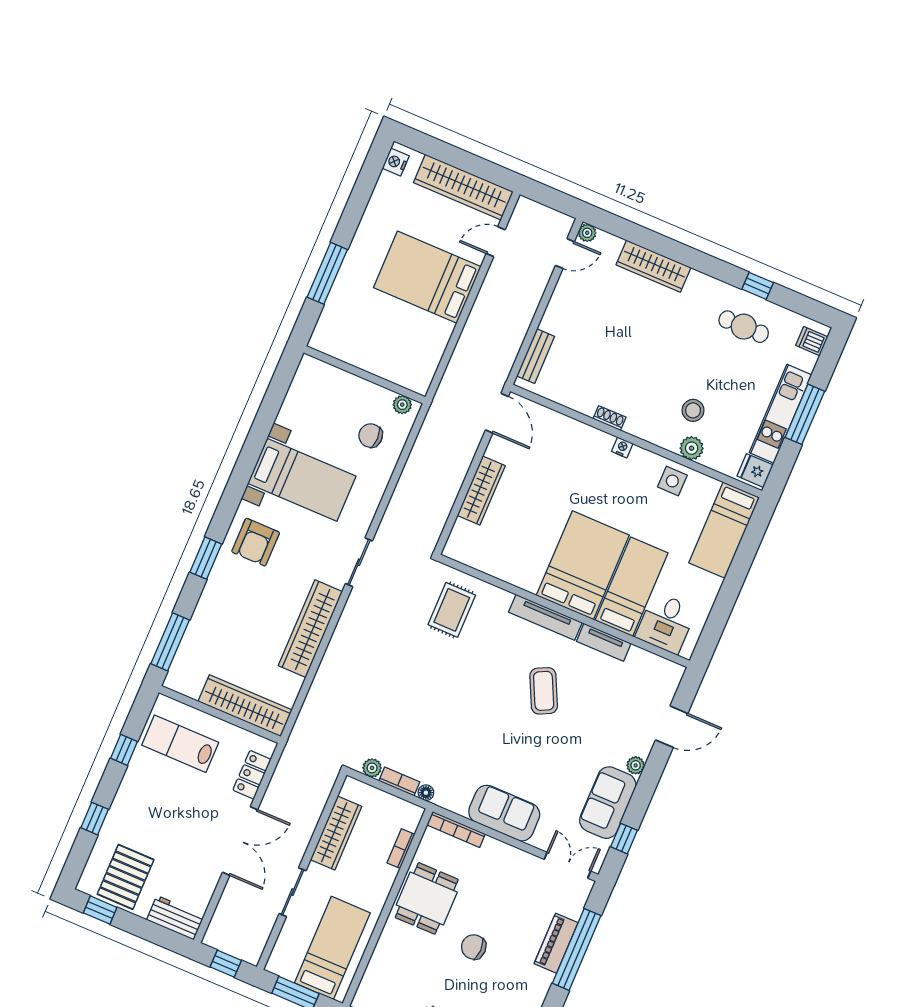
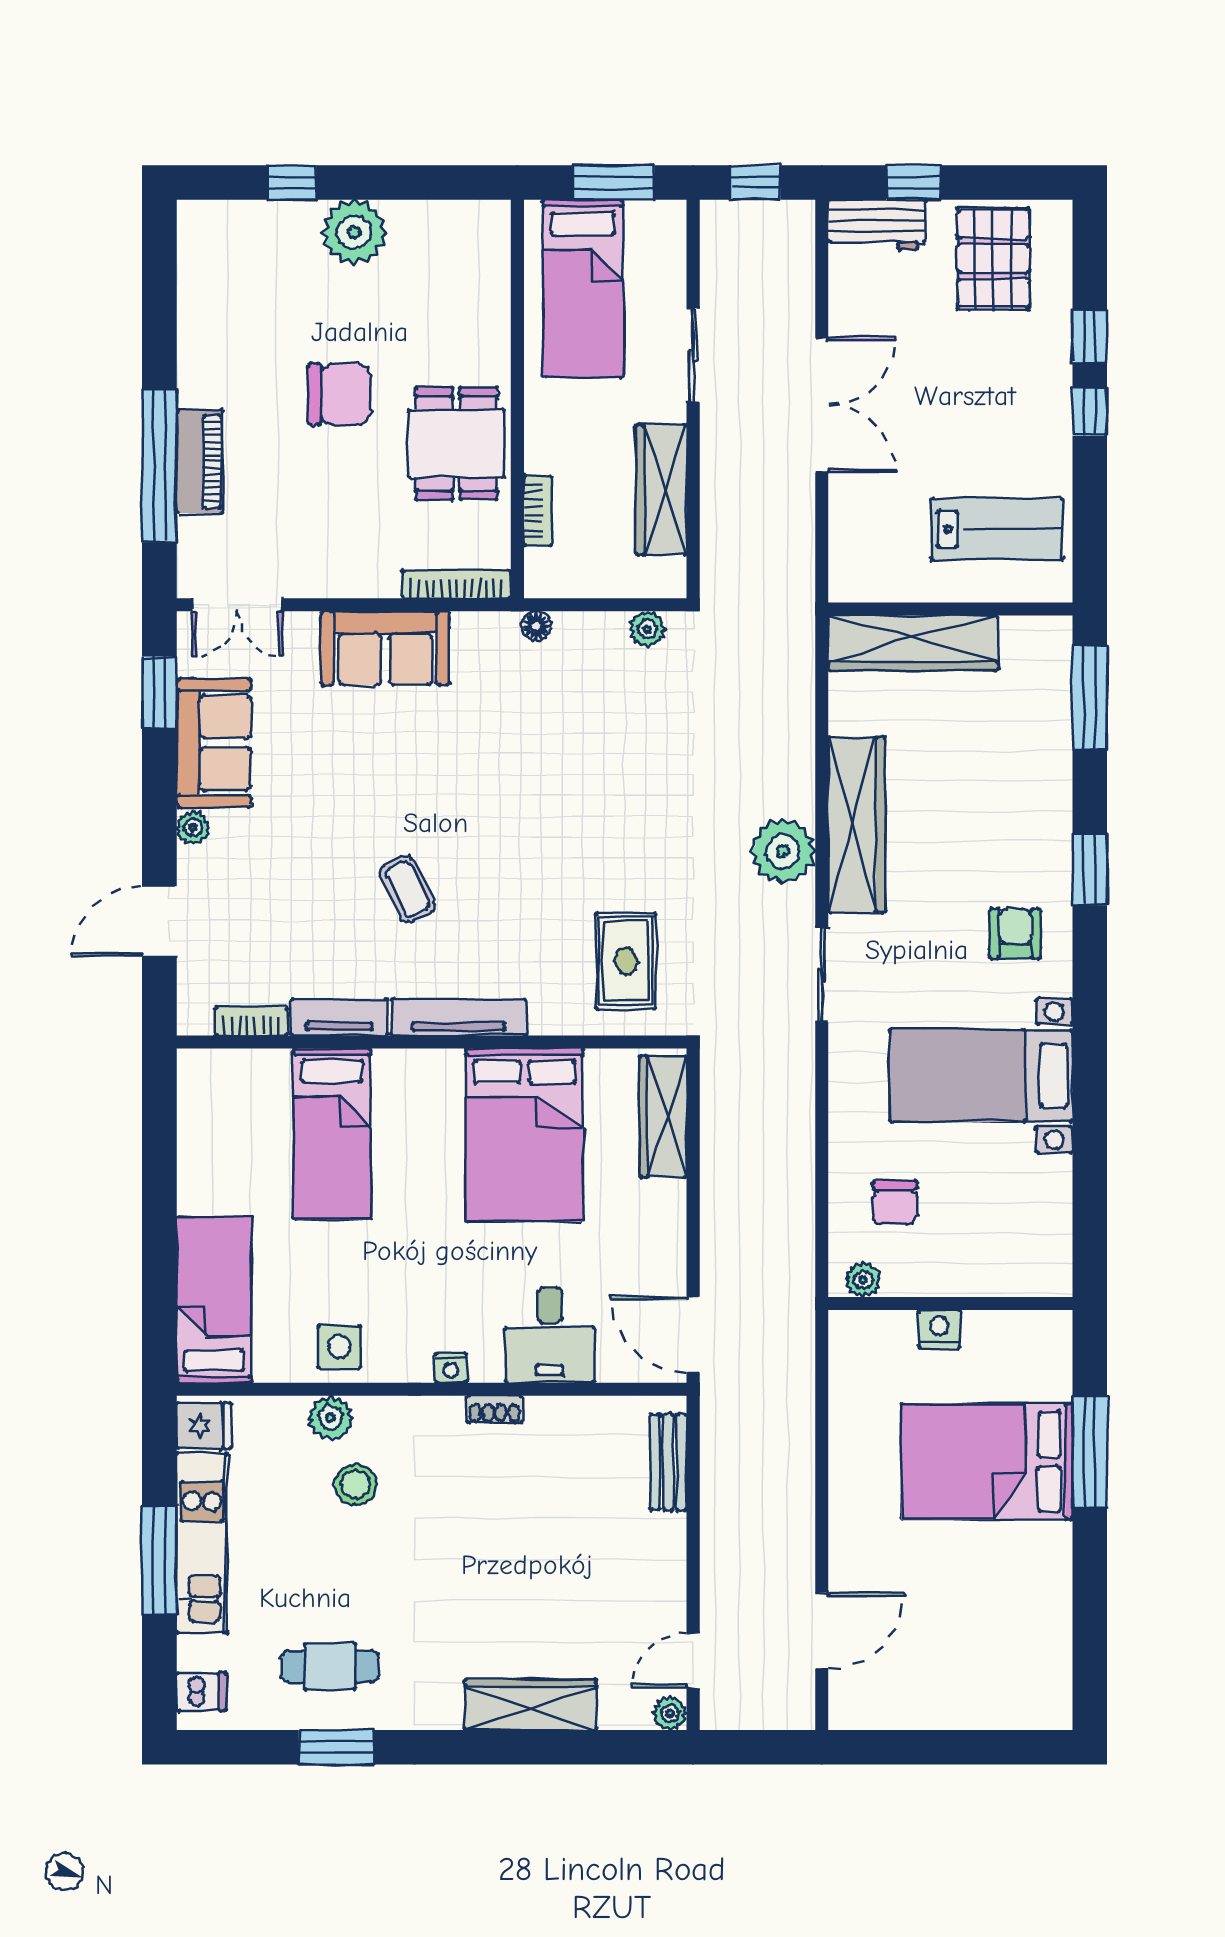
nightstand: (396, 162) -> (939, 1329), moved, turned -90
wardrobe: (463, 187) -> (918, 1701), removed
door: (496, 242) -> (822, 1631), width x1.38
bed: (427, 277) -> (987, 1462), moved, turned 180
window: (758, 286) -> (336, 1747), width x1.50
chair: (371, 436) -> (895, 1203), turned 90
wardrobe: (481, 491) -> (663, 1117), moved
armchair: (256, 542) -> (1015, 934), width x0.72, depth x0.72
bed: (583, 565) -> (524, 1135), moved
desk: (666, 623) -> (550, 1335), moved, turned 180
plant: (352, 631) -> (783, 851), added
coffee table: (544, 691) -> (407, 889), width x0.73, depth x0.77
window: (124, 750) -> (1090, 412), moved
locker: (252, 775) -> (850, 528), removed
bookcase: (399, 781) -> (251, 1021), moved, turned 180
window: (624, 839) -> (159, 693), width x1.50
double door: (240, 841) -> (822, 405), swing flipped
window: (100, 910) -> (913, 182), moved
chair: (474, 947) -> (339, 394), width x1.37, depth x1.37

